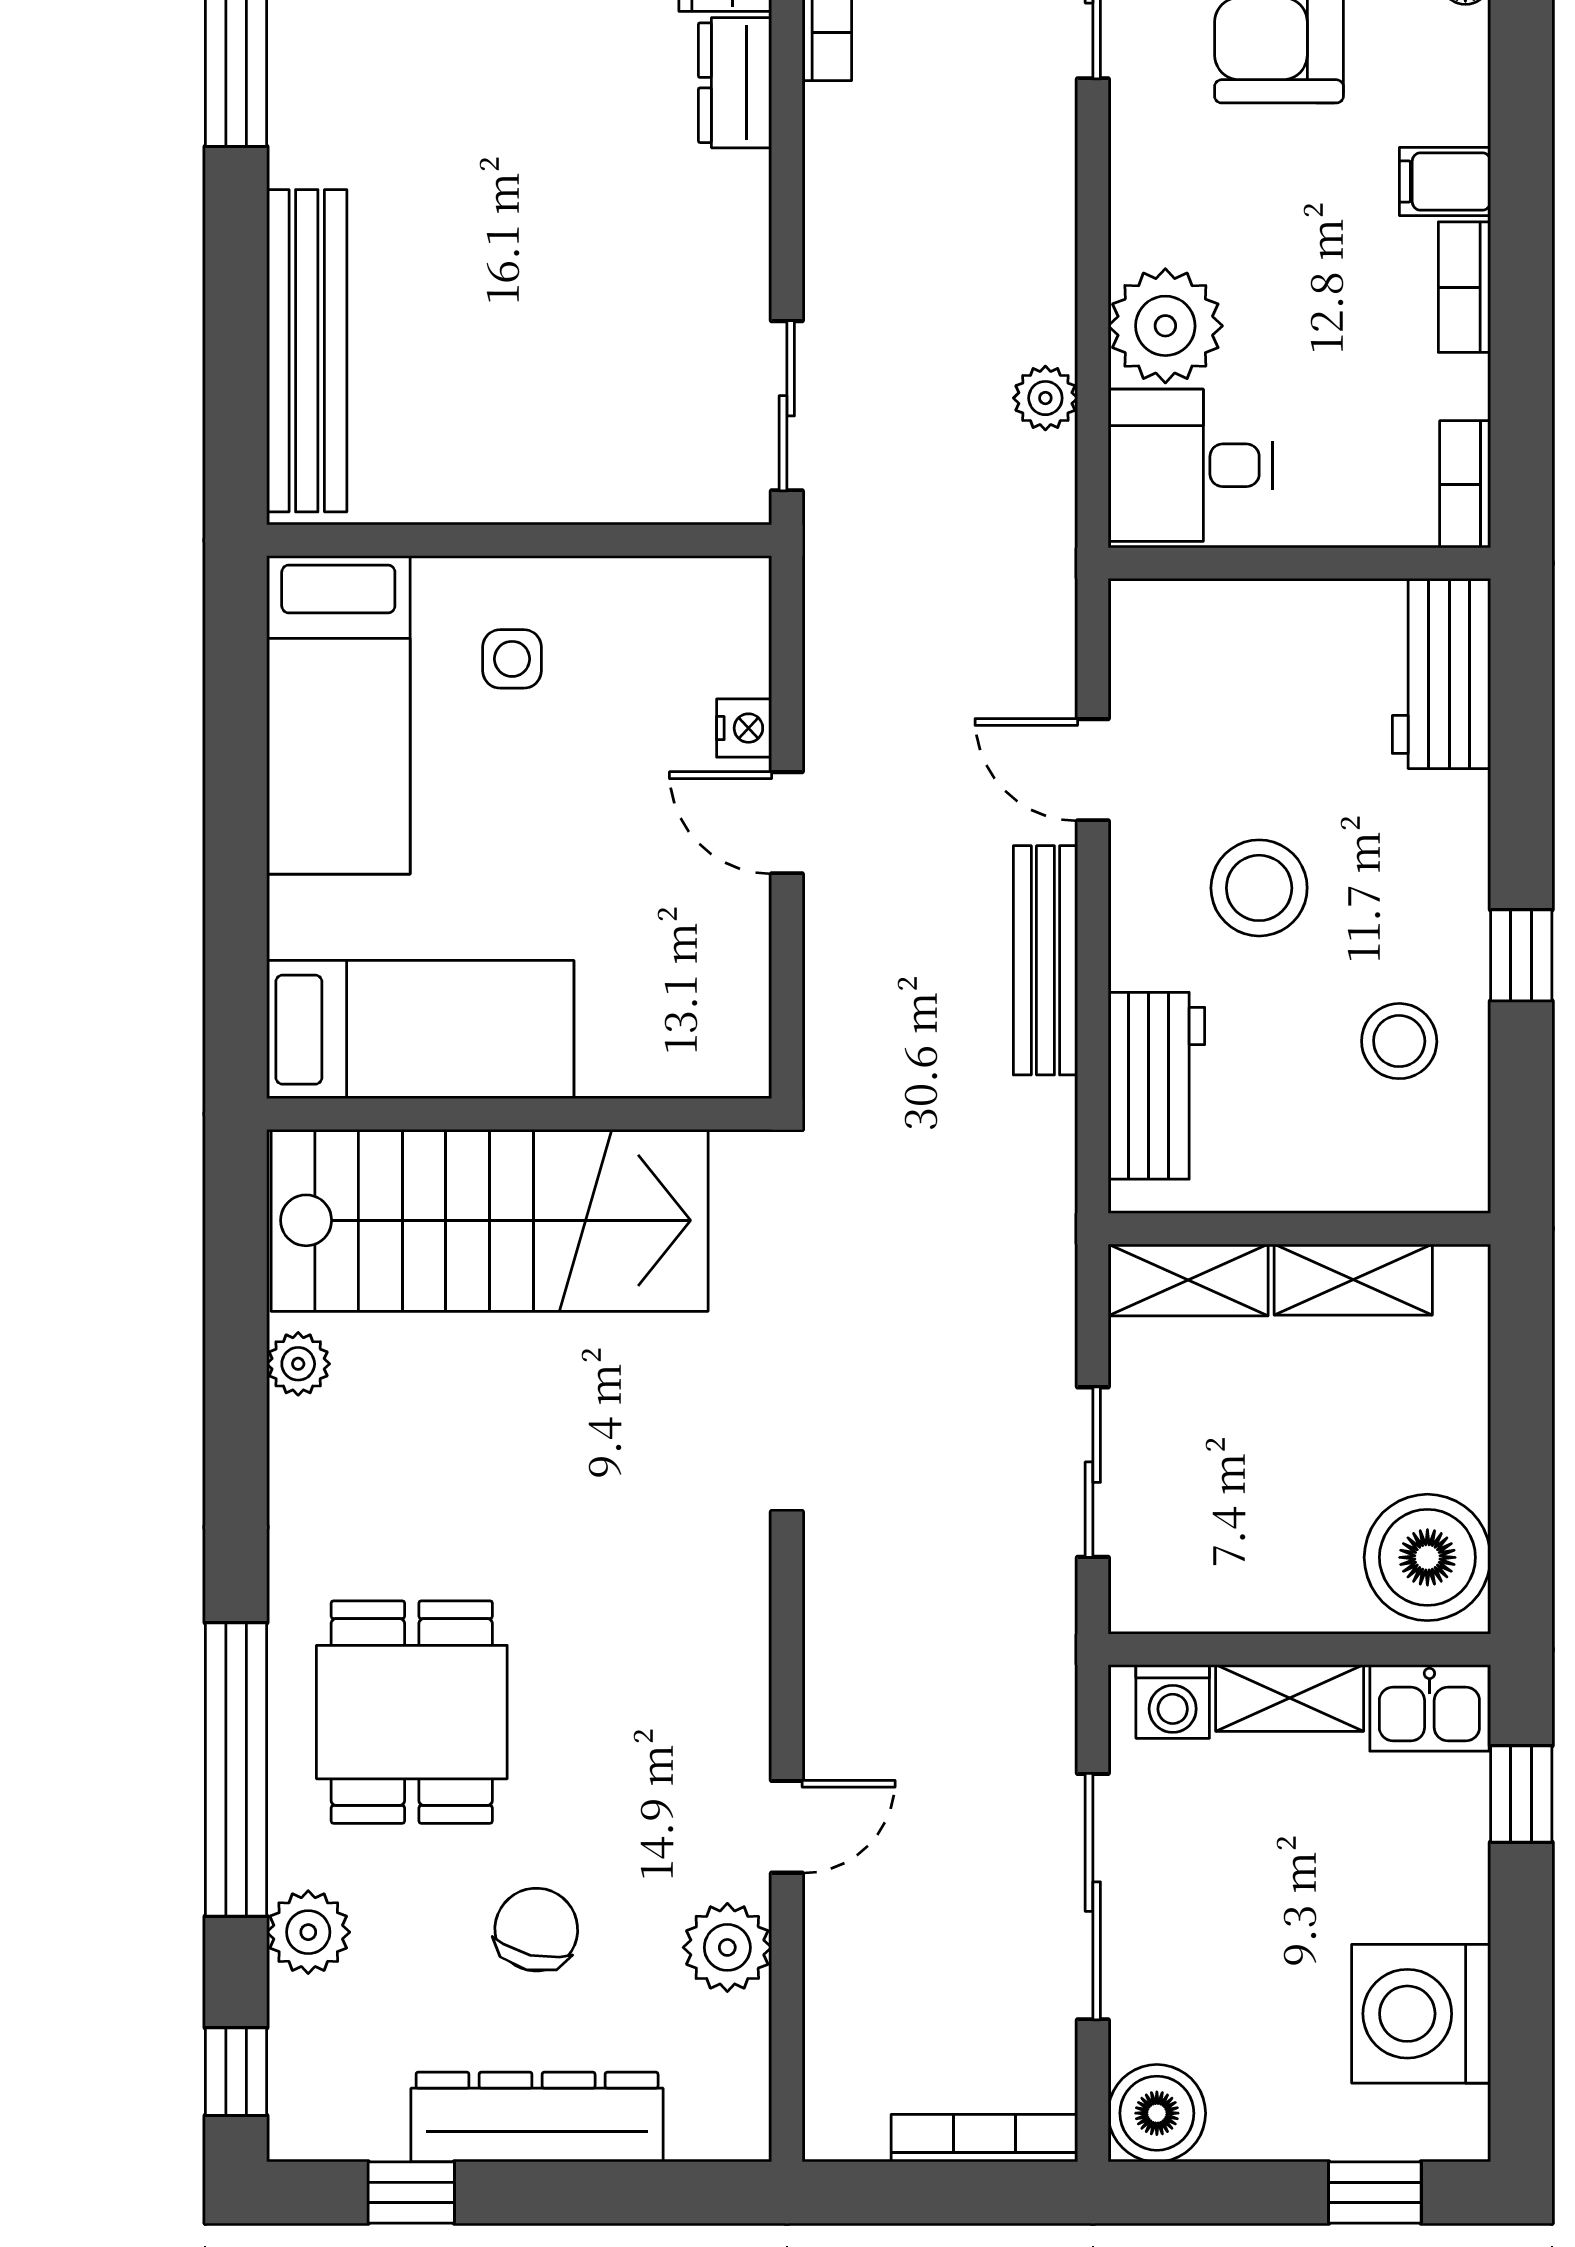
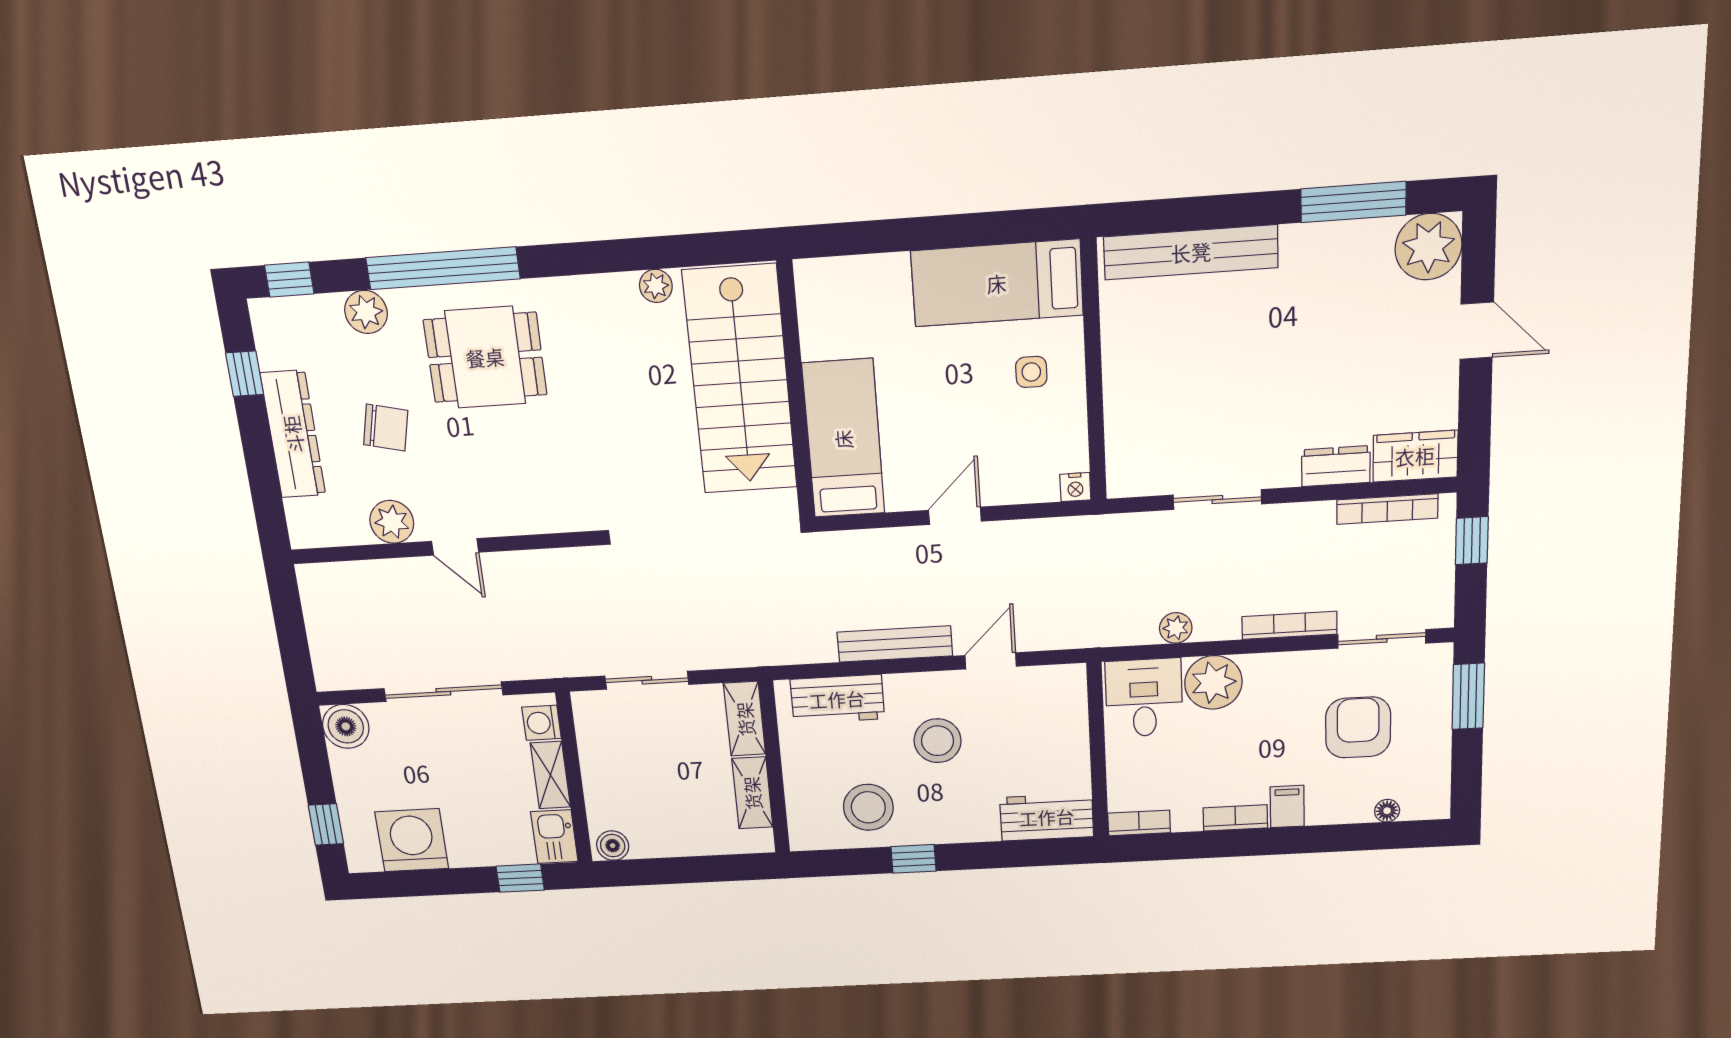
sliding door: (787, 406) -> (1217, 500), moved
nightstand: (744, 728) -> (1075, 487), moved
bed: (420, 1030) -> (843, 439), moved, turned 180
stool: (1399, 1041) -> (868, 807), width x1.38, depth x1.38
boiler: (1427, 1557) -> (613, 846), width x0.54, depth x0.54
bookcase: (984, 2138) -> (1289, 625), moved, turned -90

